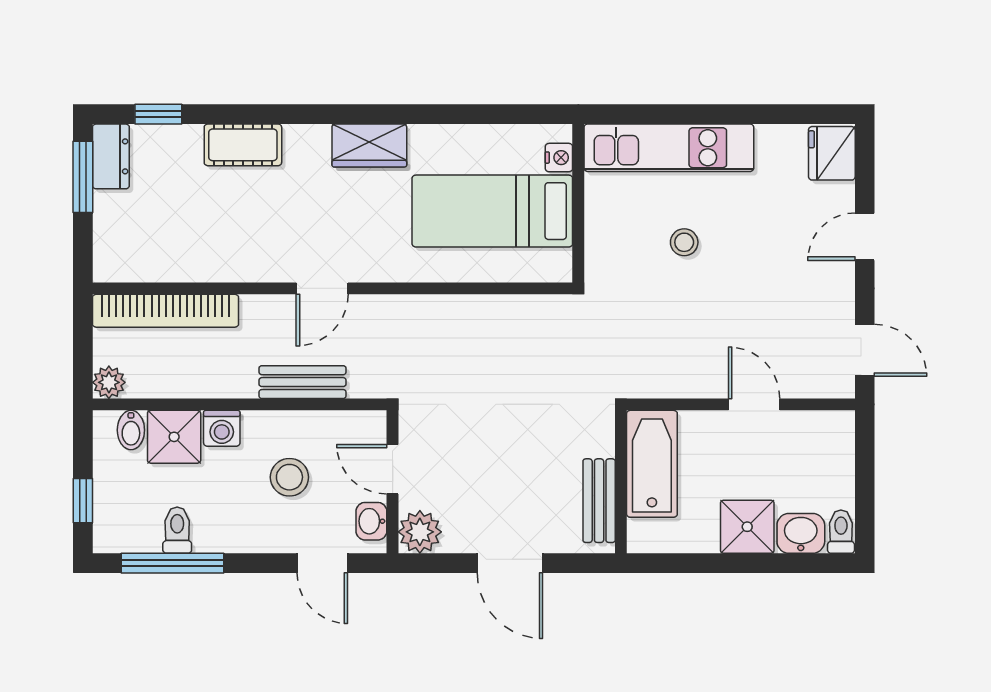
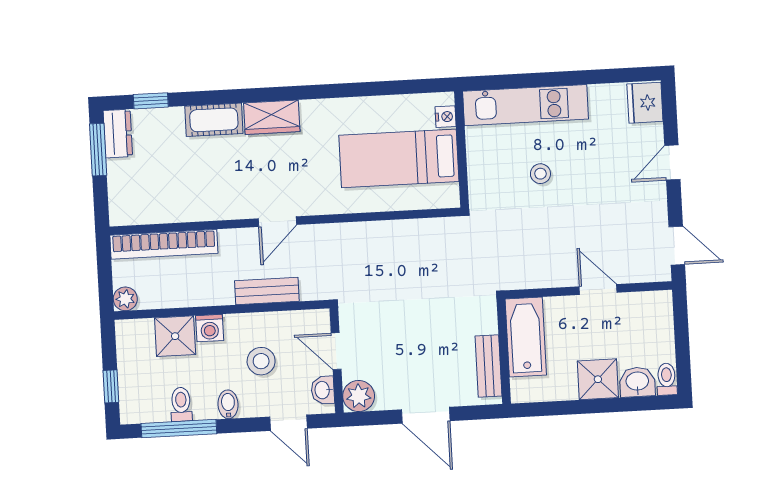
wardrobe: (369, 145) -> (272, 117), moved
bidet: (131, 430) -> (228, 404), moved, turned 180

